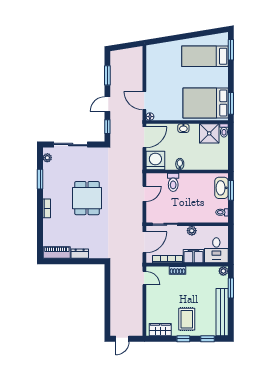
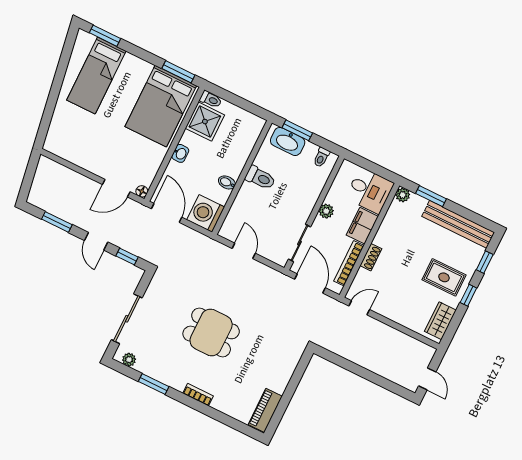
toilet: (173, 182) -> (260, 178), moved
dresser: (80, 254) -> (282, 380), removed

